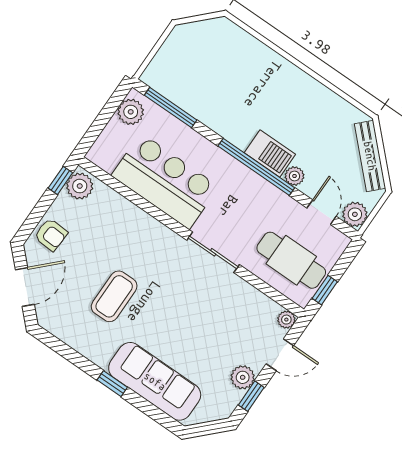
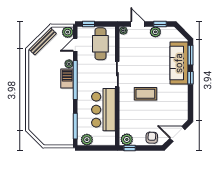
window: (325, 290) -> (88, 24), moved
coffee table: (114, 296) -> (145, 94), moved
window: (154, 413) -> (191, 55), added

